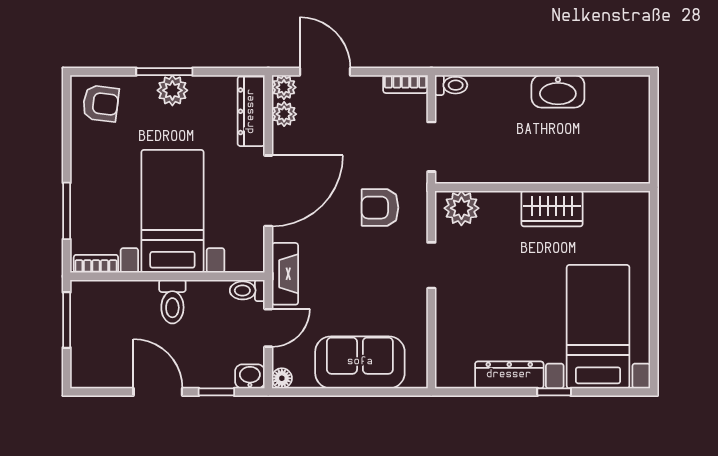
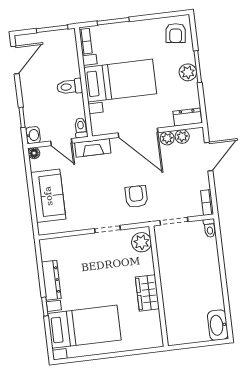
plant: (284, 87) -> (167, 138), moved
washbasin: (558, 91) -> (218, 325), moved
dresser: (251, 111) -> (187, 117), width x0.70
door: (158, 392) -> (15, 60), moved

